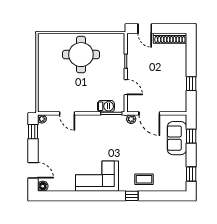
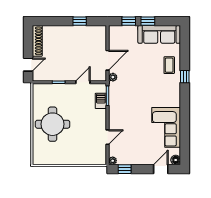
sofa: (177, 138) -> (159, 34), moved, width x1.36
window: (191, 174) -> (148, 21), moved
corner sofa: (97, 176) -> (166, 127), moved

